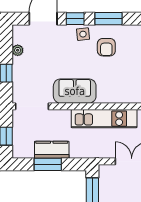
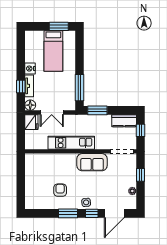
armchair: (106, 47) -> (60, 190), moved
kitchen counter: (52, 150) -> (124, 121), moved
window: (48, 164) -> (97, 110), moved

